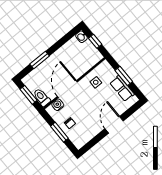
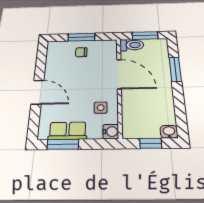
window: (124, 76) -> (63, 144), moved
water cooler: (58, 105) -> (111, 132), moved

